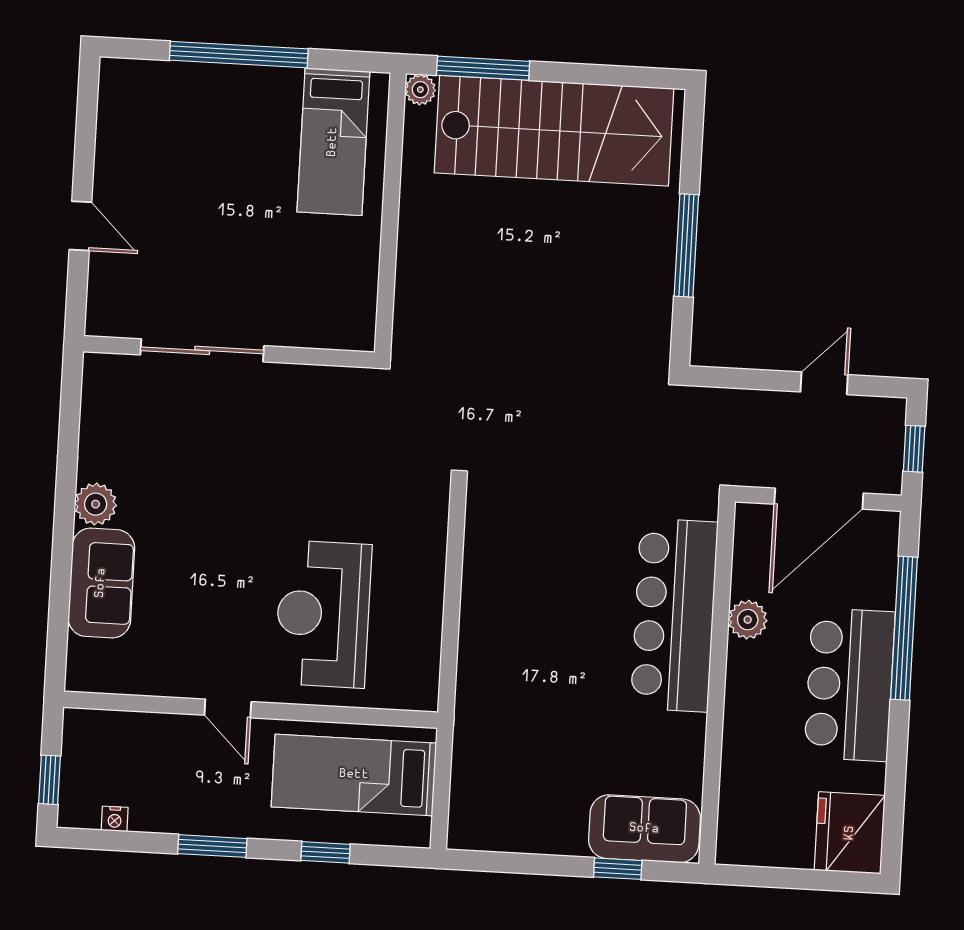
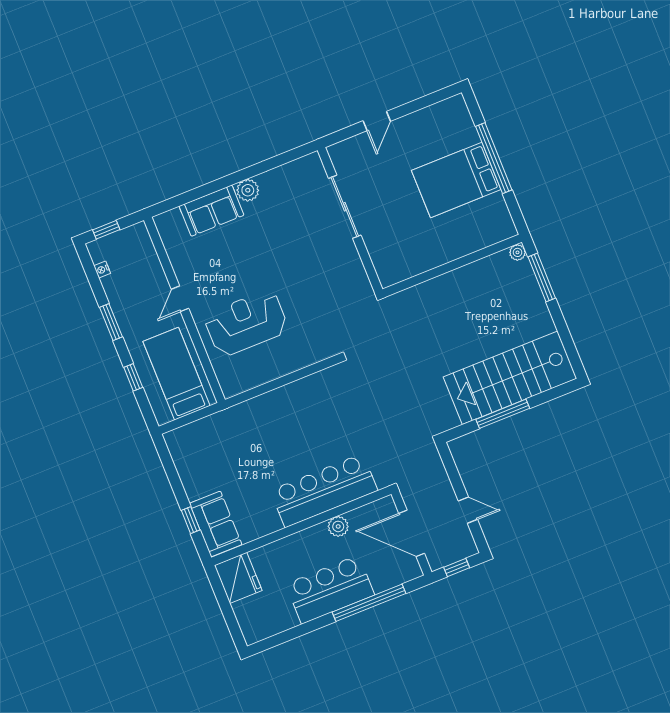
stairs: (554, 131) -> (510, 378), moved, turned 90
bed: (333, 142) -> (456, 180), moved, width x1.50
fridge: (850, 833) -> (238, 578), moved, turned 90

